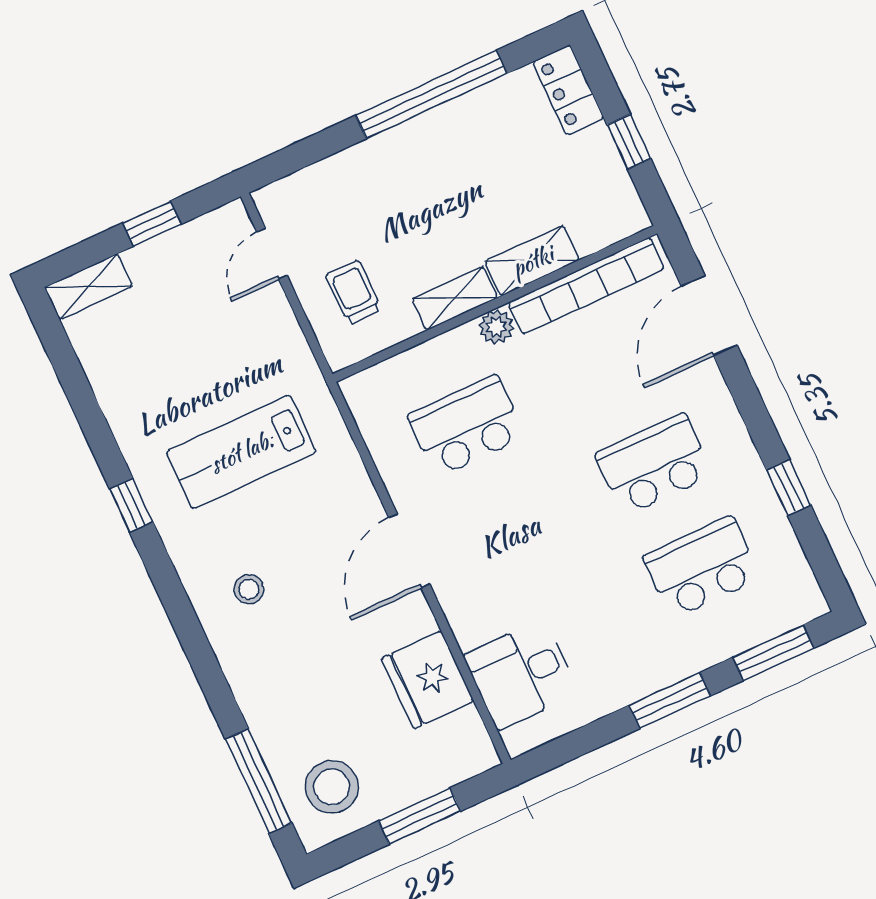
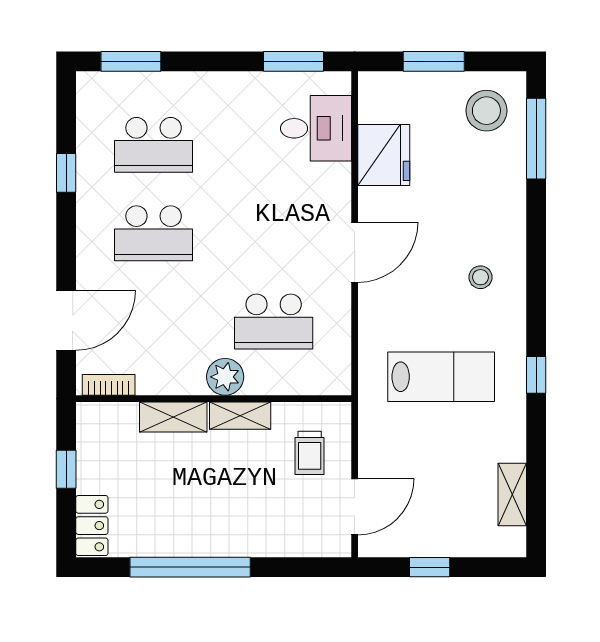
door: (272, 254) -> (355, 507), width x1.37
bookcase: (586, 286) -> (109, 385), width x0.43, depth x0.76
shelving: (88, 287) -> (512, 494), moved, turned 90
plant: (496, 327) -> (225, 377), width x1.38, depth x1.38
window: (670, 700) -> (293, 61), moved

